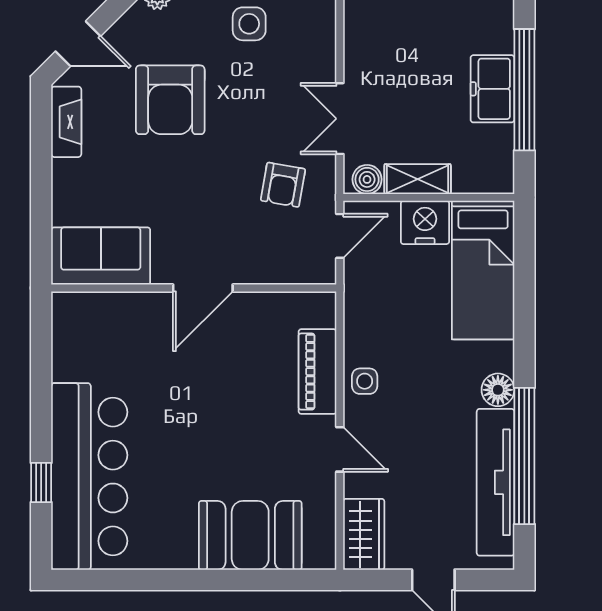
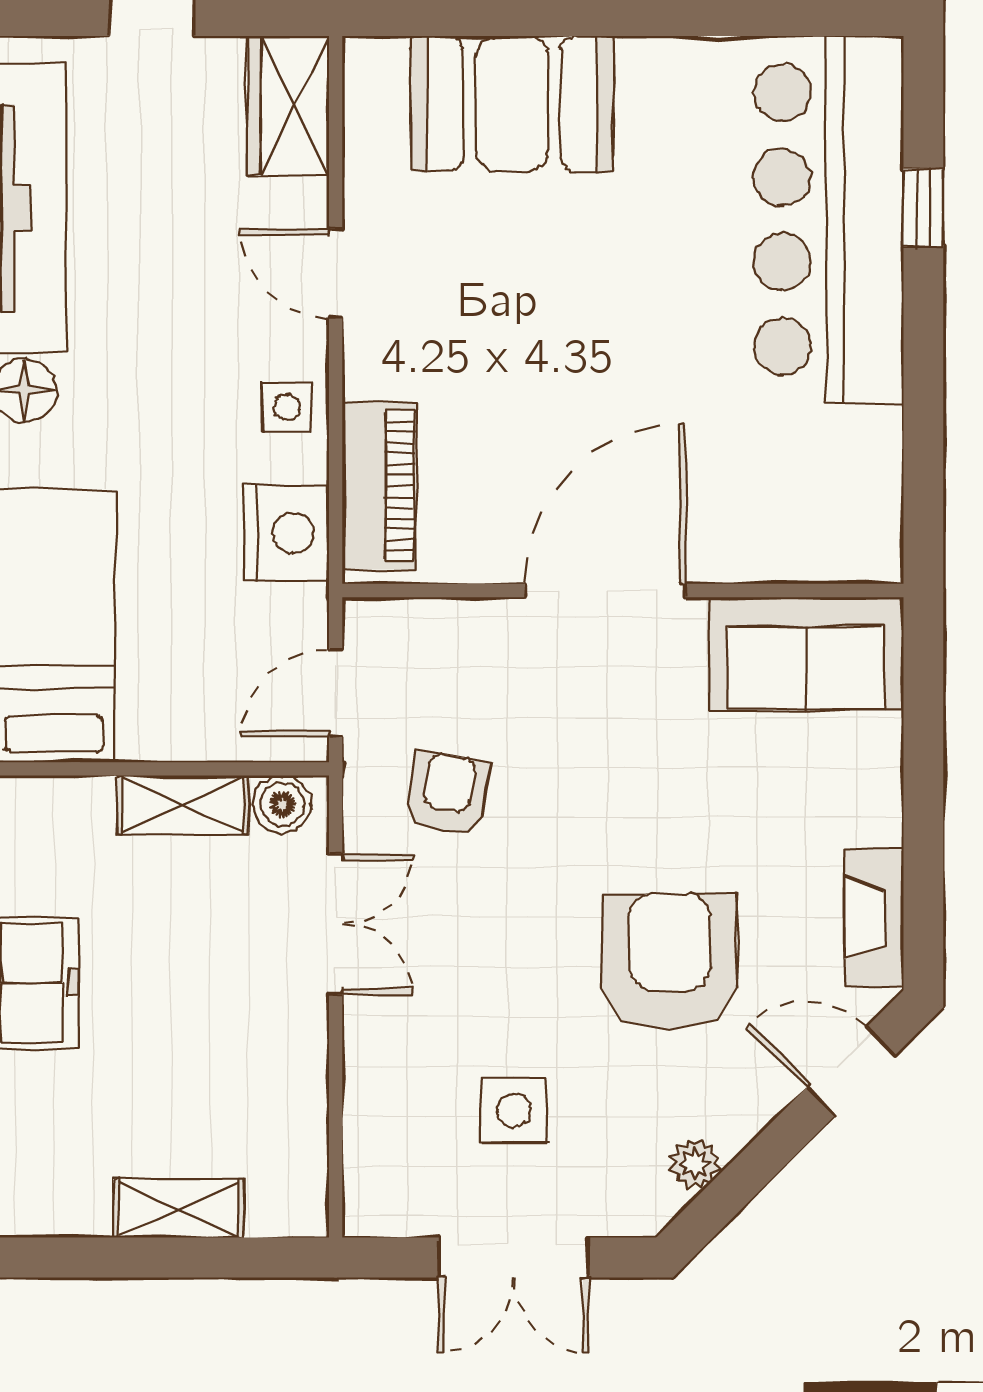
nightstand: (425, 222) -> (286, 533), moved, turned -90
door: (203, 288) -> (605, 591), width x1.36
piano: (318, 372) -> (379, 486), moved

